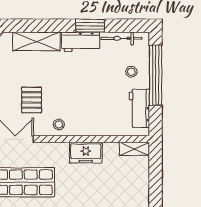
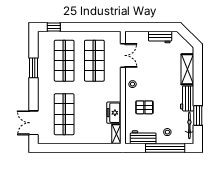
window: (90, 26) -> (198, 115), moved
pallet: (32, 100) -> (144, 107), moved
freezer: (86, 153) -> (114, 113), moved

